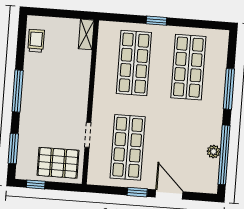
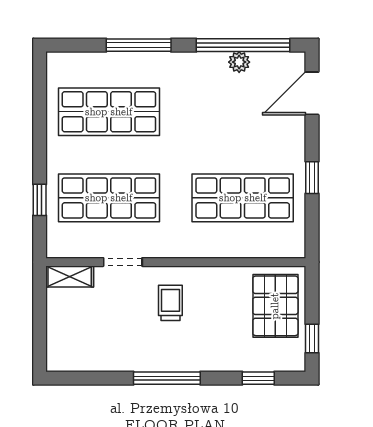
window: (156, 21) -> (40, 200), moved
trolley: (36, 41) -> (170, 303), moved, turned 90
doorway: (88, 135) -> (123, 262), moved
window: (13, 149) -> (258, 378), width x0.67
door: (169, 194) -> (312, 93), moved

